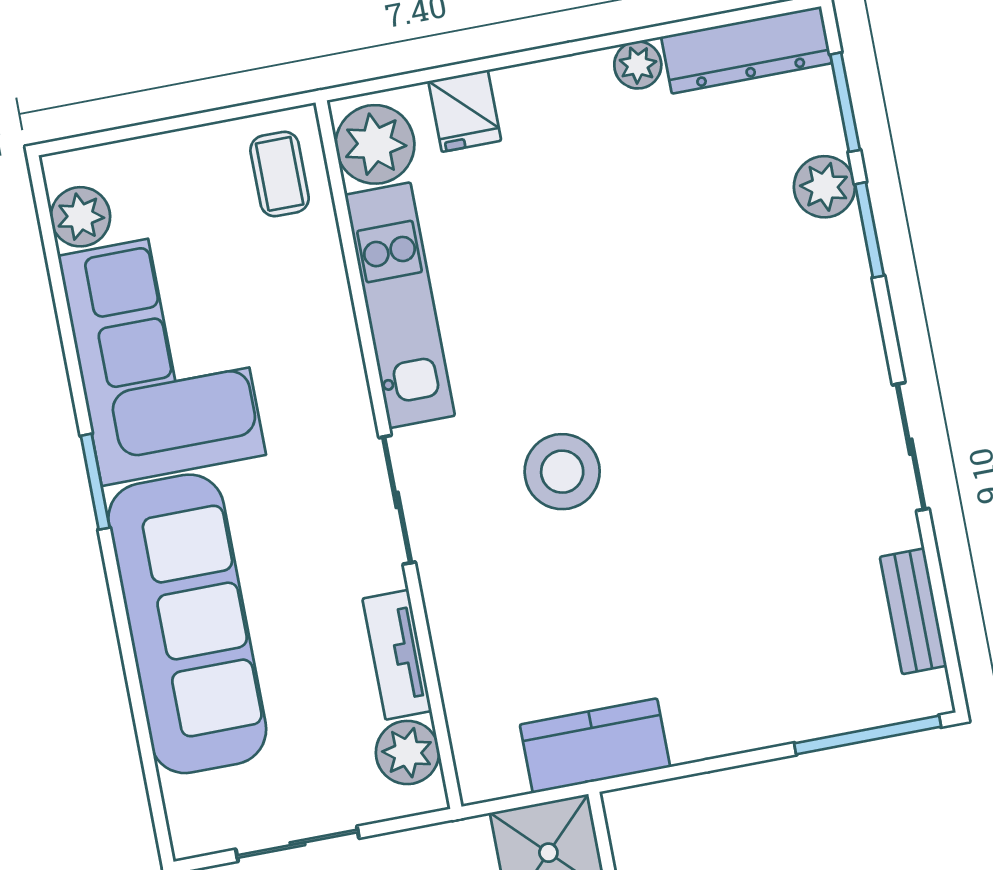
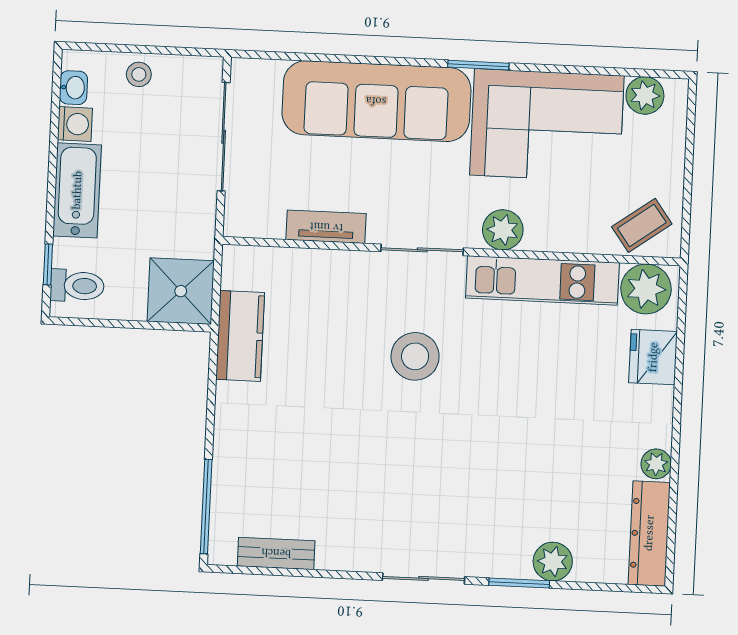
window: (845, 102) -> (602, 587), removed
fridge: (465, 111) -> (653, 357), width x1.38
coffee table: (280, 174) -> (642, 225), turned -36
sliding door: (911, 447) -> (424, 578), moved
plant: (407, 752) -> (503, 230), moved
sliding door: (297, 844) -> (224, 137), width x1.37

